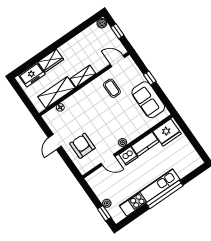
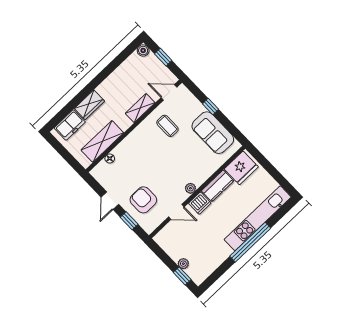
shelving: (83, 76) -> (140, 108), moved
window: (68, 161) -> (129, 221), added
kitchen unit: (150, 193) -> (258, 218), moved

